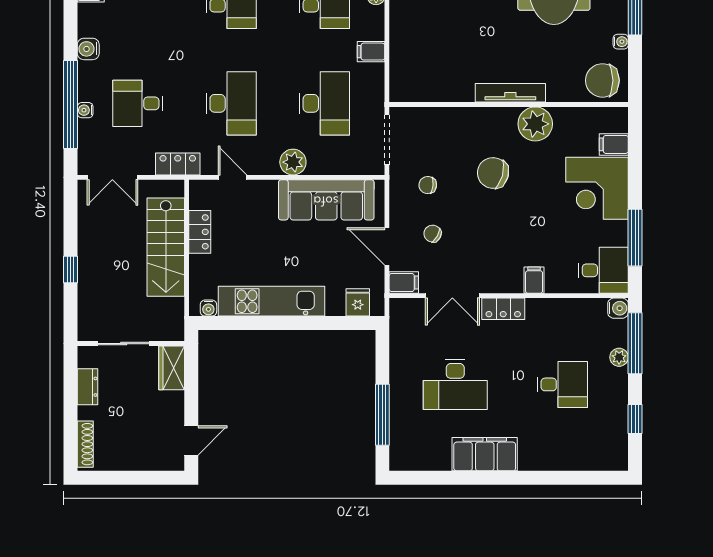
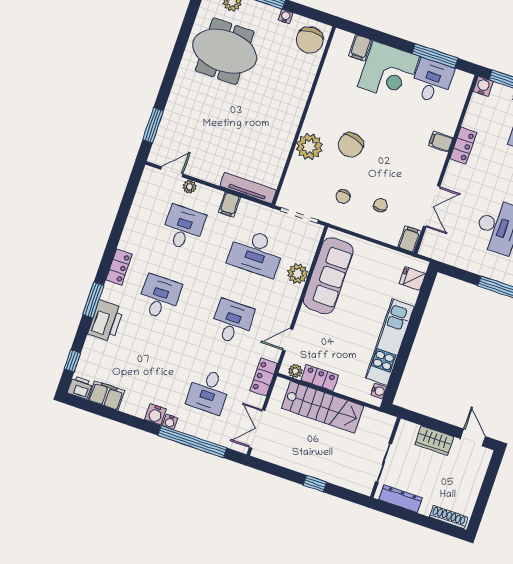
tv unit: (510, 93) -> (248, 188), moved, turned 90
desk: (231, 103) -> (232, 322), width x0.73
desk: (324, 103) -> (256, 253), turned 180
water cooler: (85, 110) -> (170, 422), moved
plant: (535, 124) -> (309, 147), moved
plant: (293, 162) -> (298, 274), moved
double door: (112, 177) -> (257, 429), swing flipped
plant: (198, 200) -> (295, 371), added
chair: (433, 234) -> (380, 205), turned 151
door: (387, 246) -> (378, 242), removed
desk: (603, 270) -> (432, 81), moved
locker: (503, 309) -> (463, 146), moved
wardrobe: (172, 368) -> (434, 441), moved
dresser: (88, 387) -> (401, 499), width x1.44

